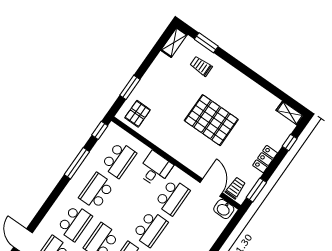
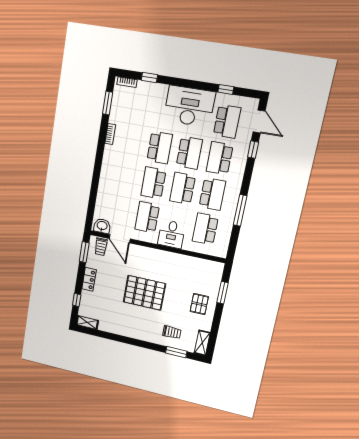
pallet: (138, 114) -> (199, 304), moved
window: (100, 130) -> (253, 150), moved
school desk: (123, 210) -> (183, 188), added

